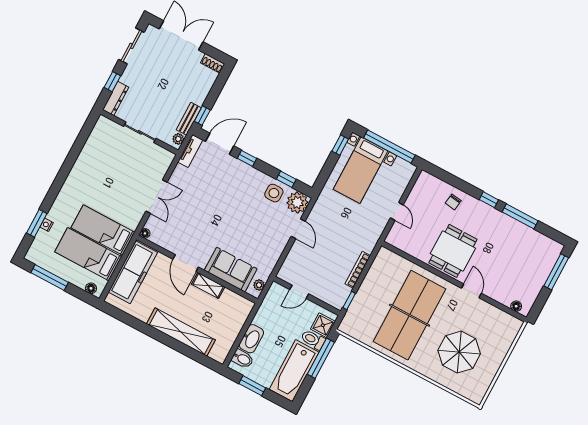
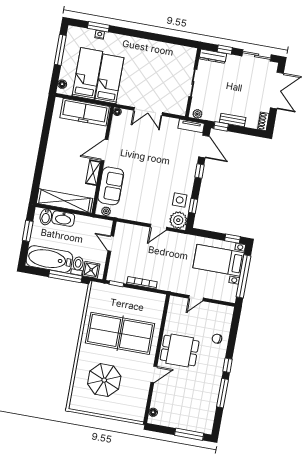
bench: (189, 119) -> (233, 120), moved
shelving: (181, 332) -> (64, 201), moved, turned 90

